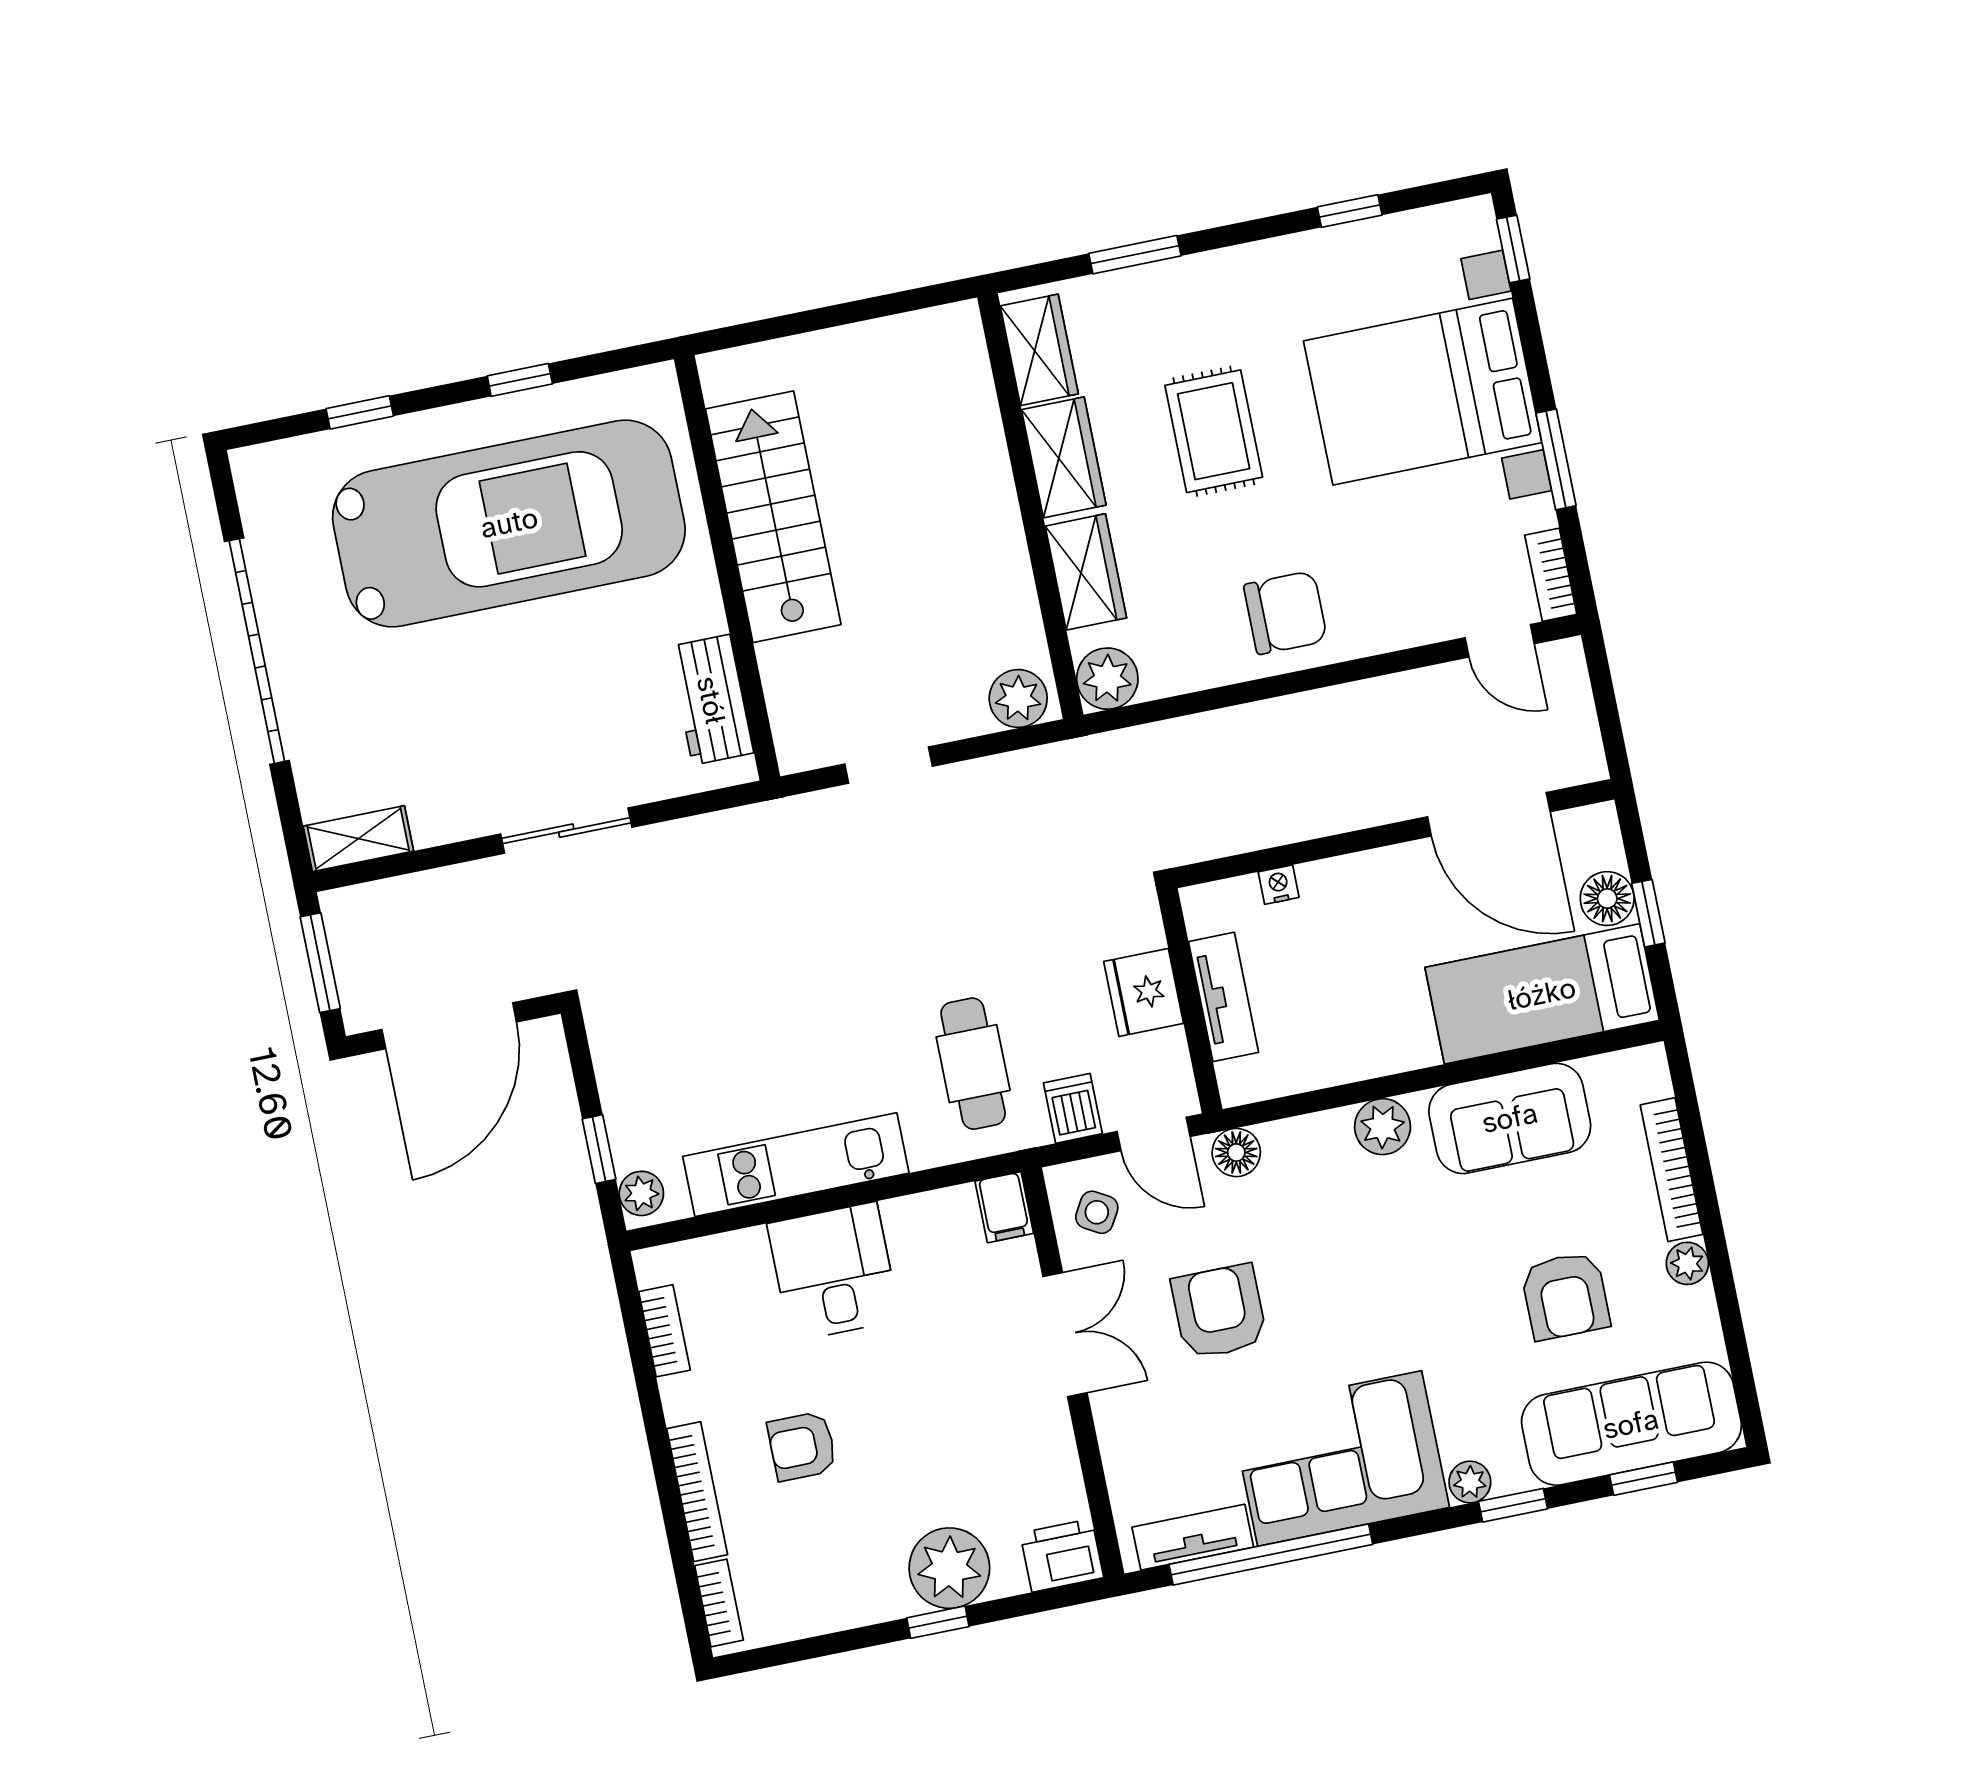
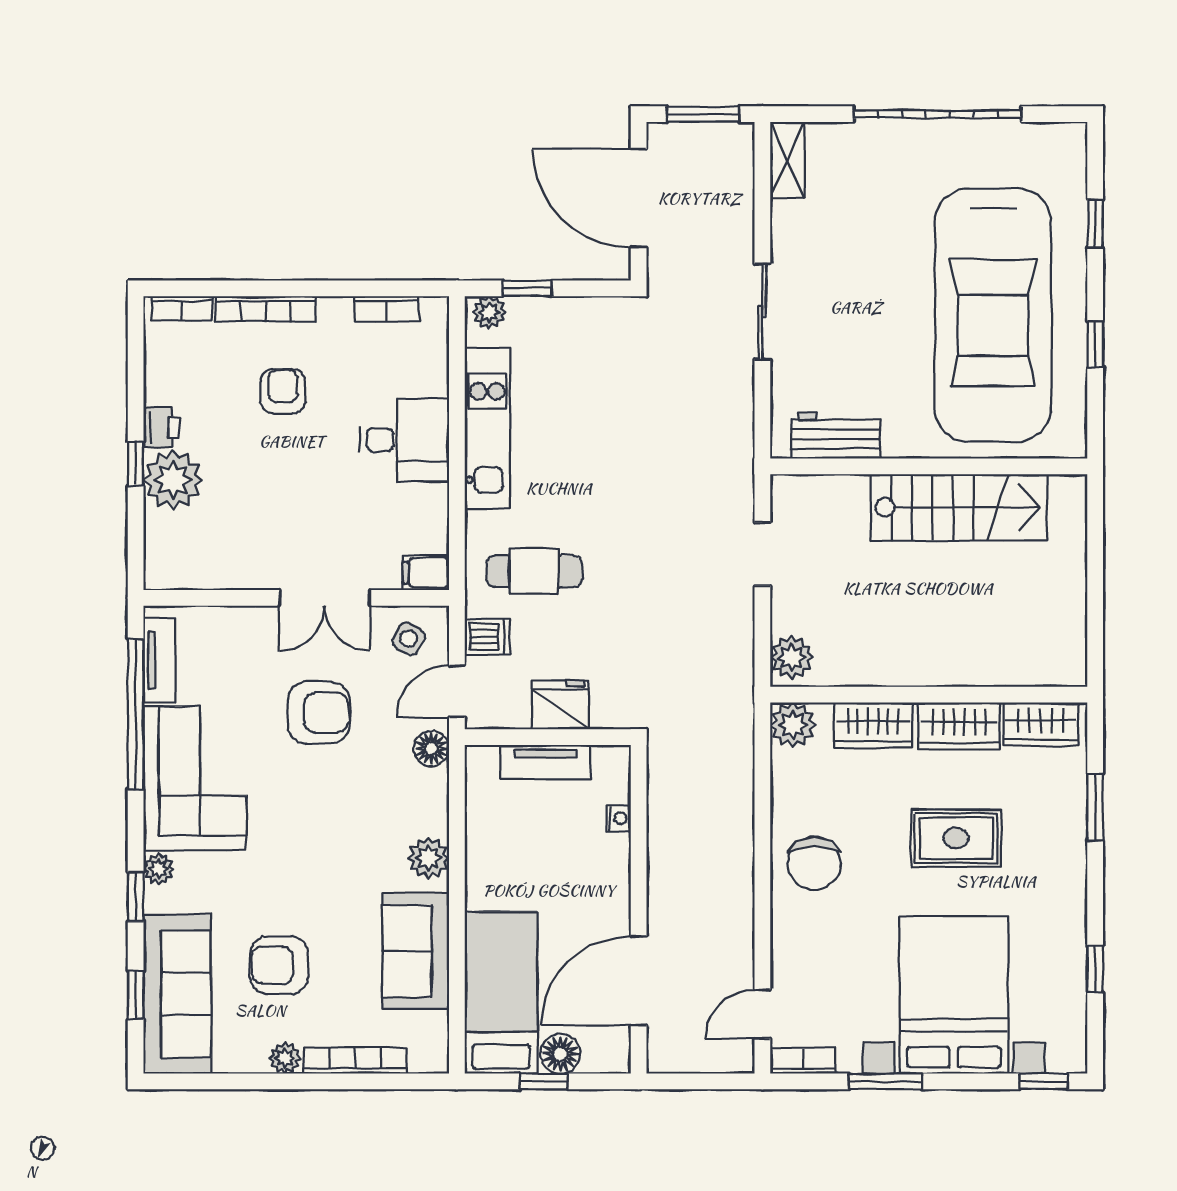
printer: (1062, 1555) -> (161, 427), moved, width x0.73, depth x0.81

